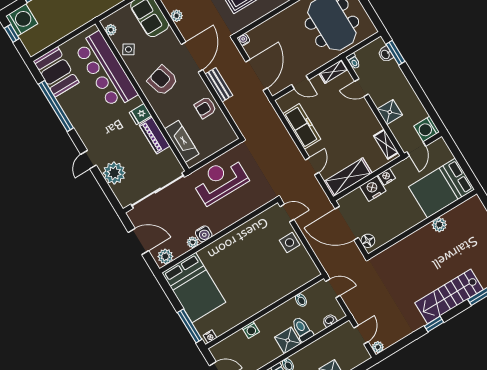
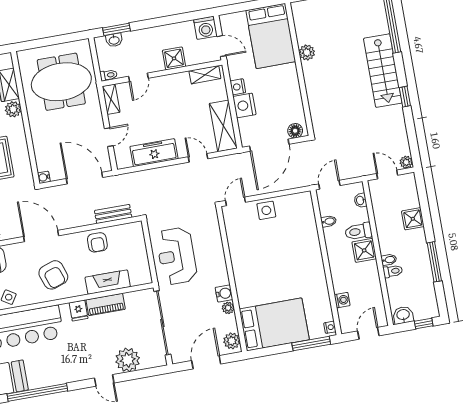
armchair: (163, 80) -> (53, 275), turned -93
bench: (219, 85) -> (113, 214), moved
fireplace: (182, 141) -> (108, 282), moved
washing machine: (251, 330) -> (342, 300), moved

